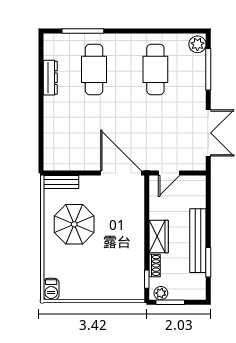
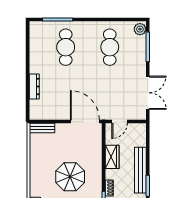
dresser: (50, 78) -> (34, 86), moved
parasol: (74, 224) -> (70, 177), moved
wardrobe: (159, 237) -> (112, 157), moved

